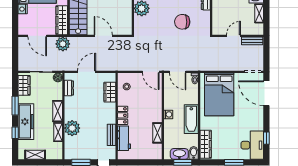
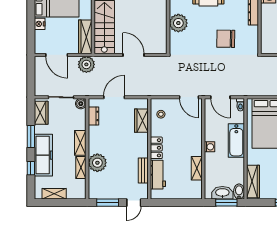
bathtub: (191, 119) -> (236, 140), moved

